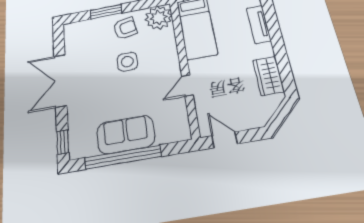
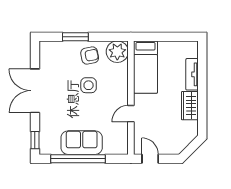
wardrobe: (268, 76) -> (190, 106), moved

